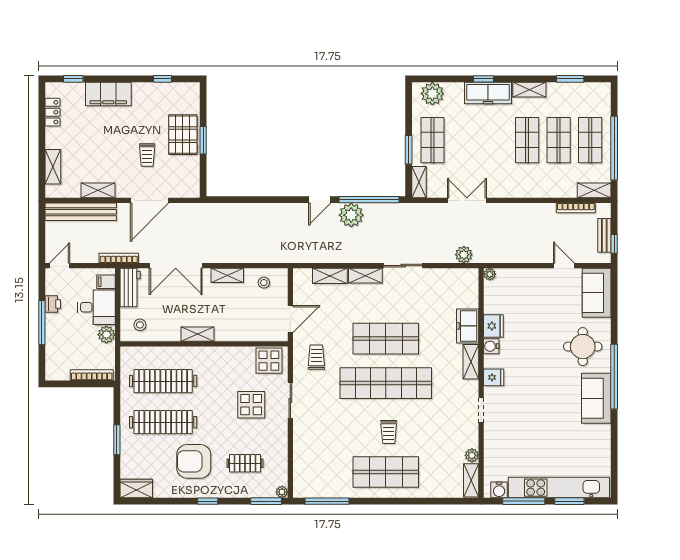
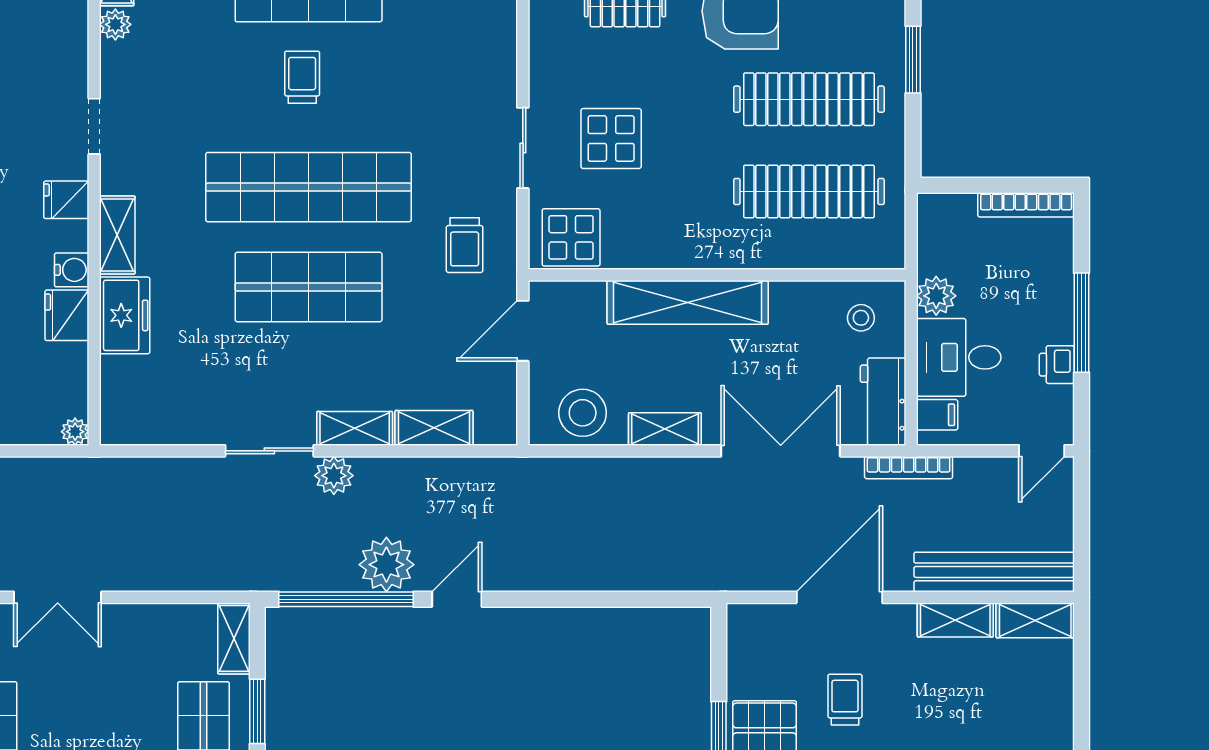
shelving: (53, 167) -> (1035, 620), moved, turned 90
double door: (467, 200) -> (58, 597), moved
plant: (464, 255) -> (334, 476), moved
stool: (264, 283) -> (583, 413), width x1.89, depth x1.89
shelving: (198, 334) -> (688, 302), width x2.20, depth x1.33
bookcase: (92, 375) -> (1026, 205), moved

